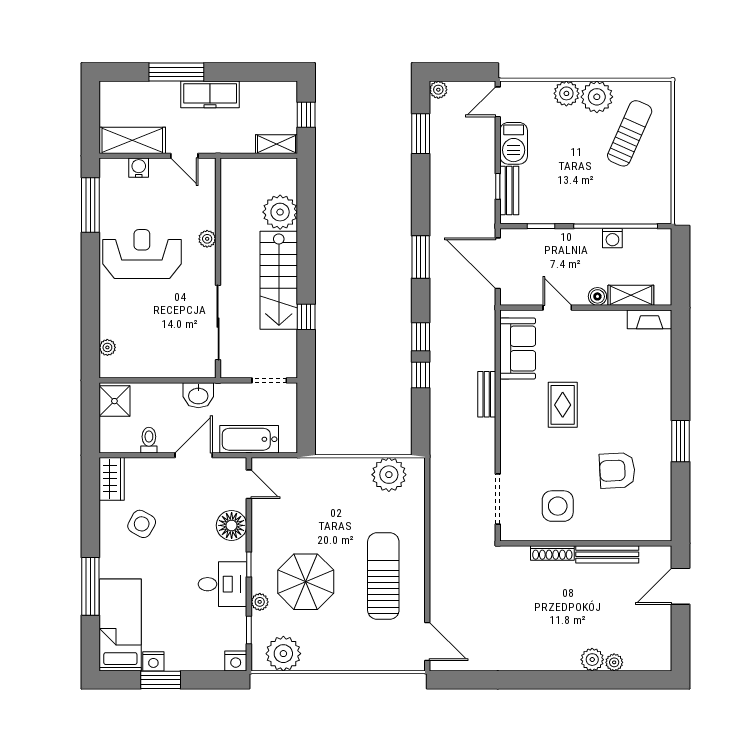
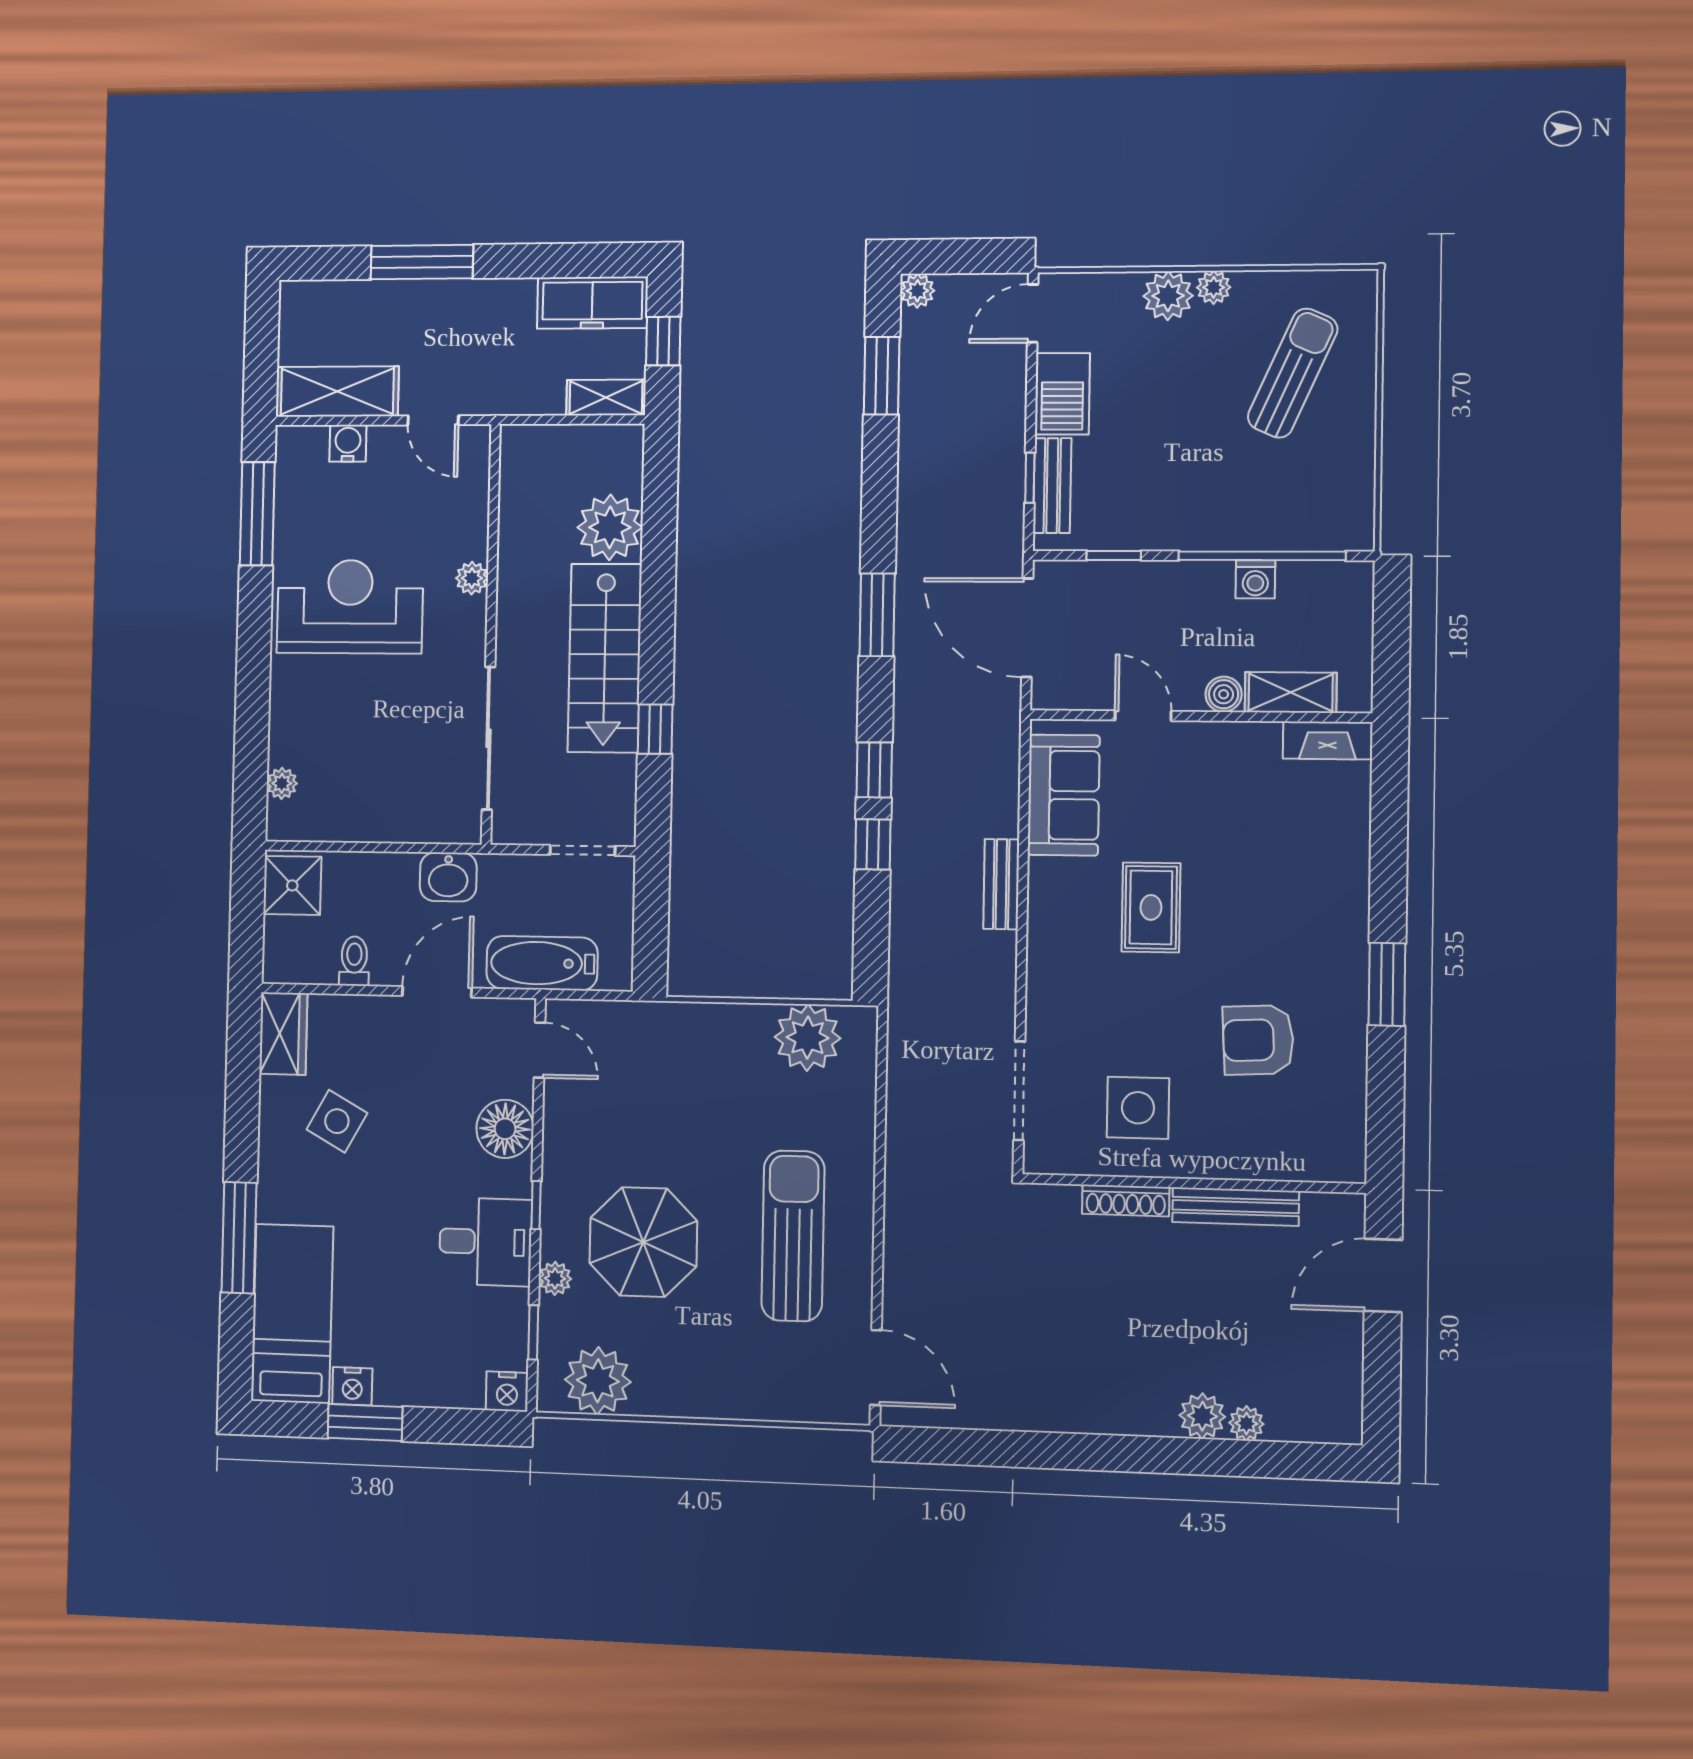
freezer: (210, 94) -> (592, 303), moved
plant: (597, 97) -> (1214, 287), width x0.53, depth x0.53

